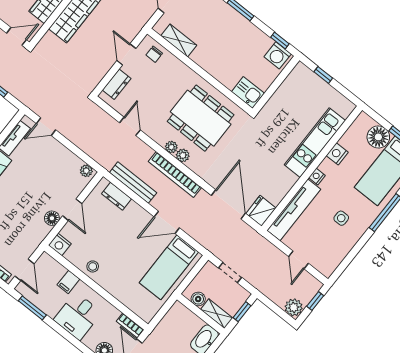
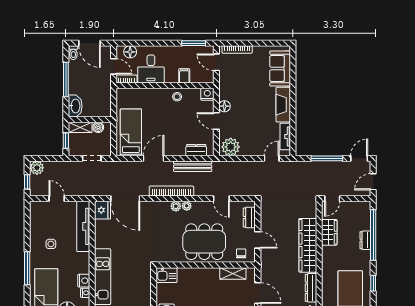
dining table: (201, 118) -> (204, 242), moved
plant: (86, 171) -> (231, 147), width x1.88, depth x1.88
nightstand: (317, 176) -> (85, 293), moved
desk: (78, 316) -> (151, 69), moved, turned 180

